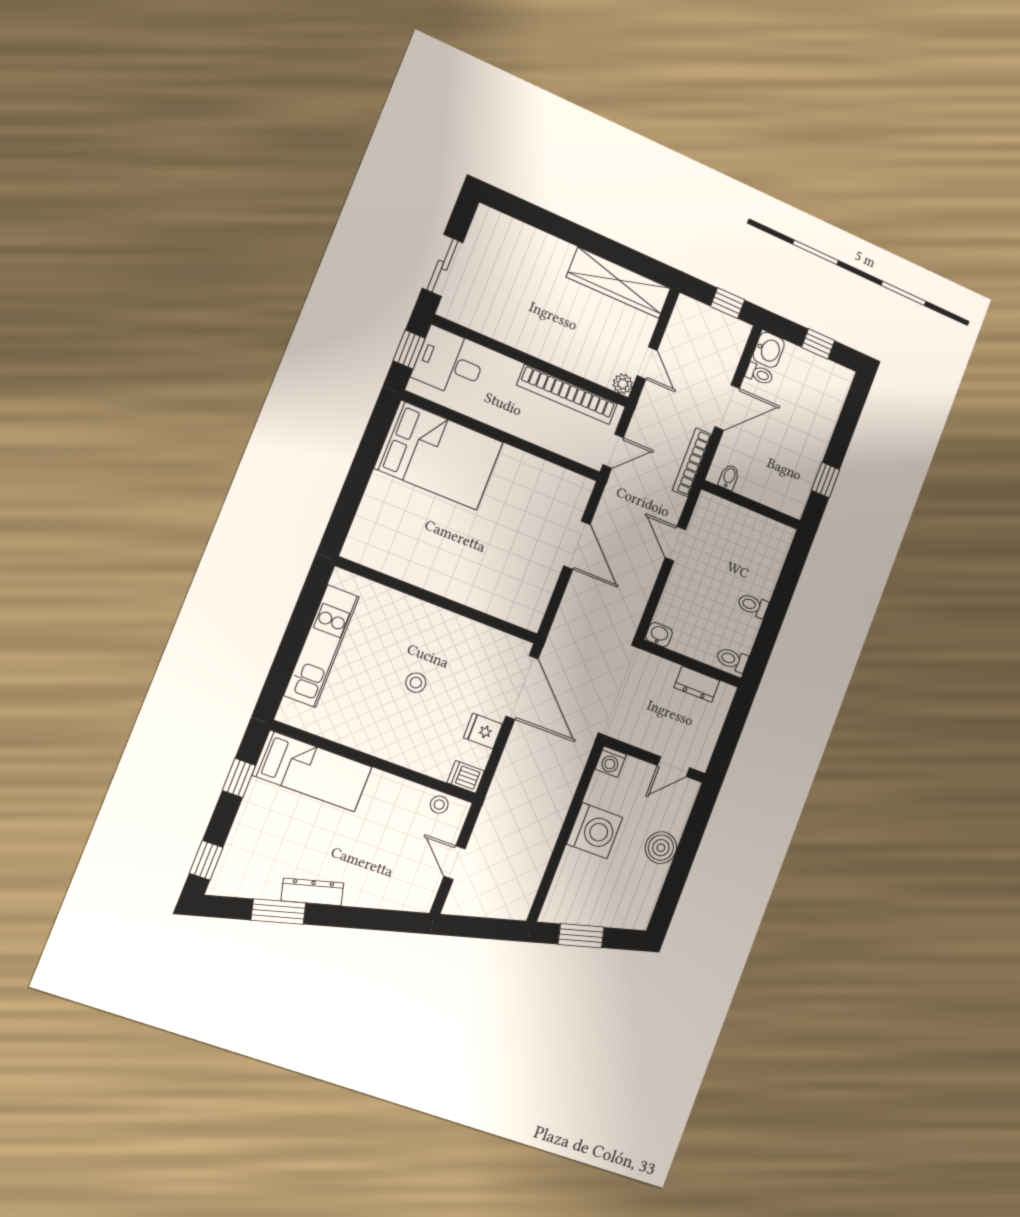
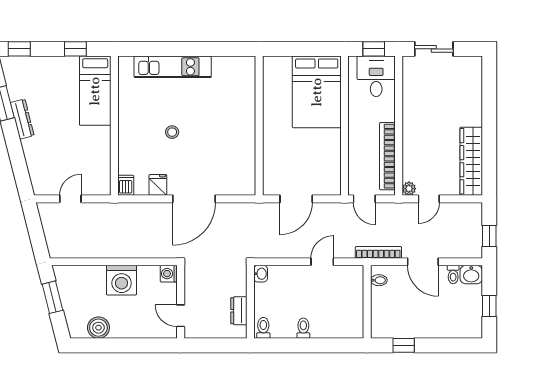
wall: (438, 600) -> (259, 126), moved
stool: (439, 805) -> (103, 176), removed
boiler: (661, 848) -> (98, 328), moved

